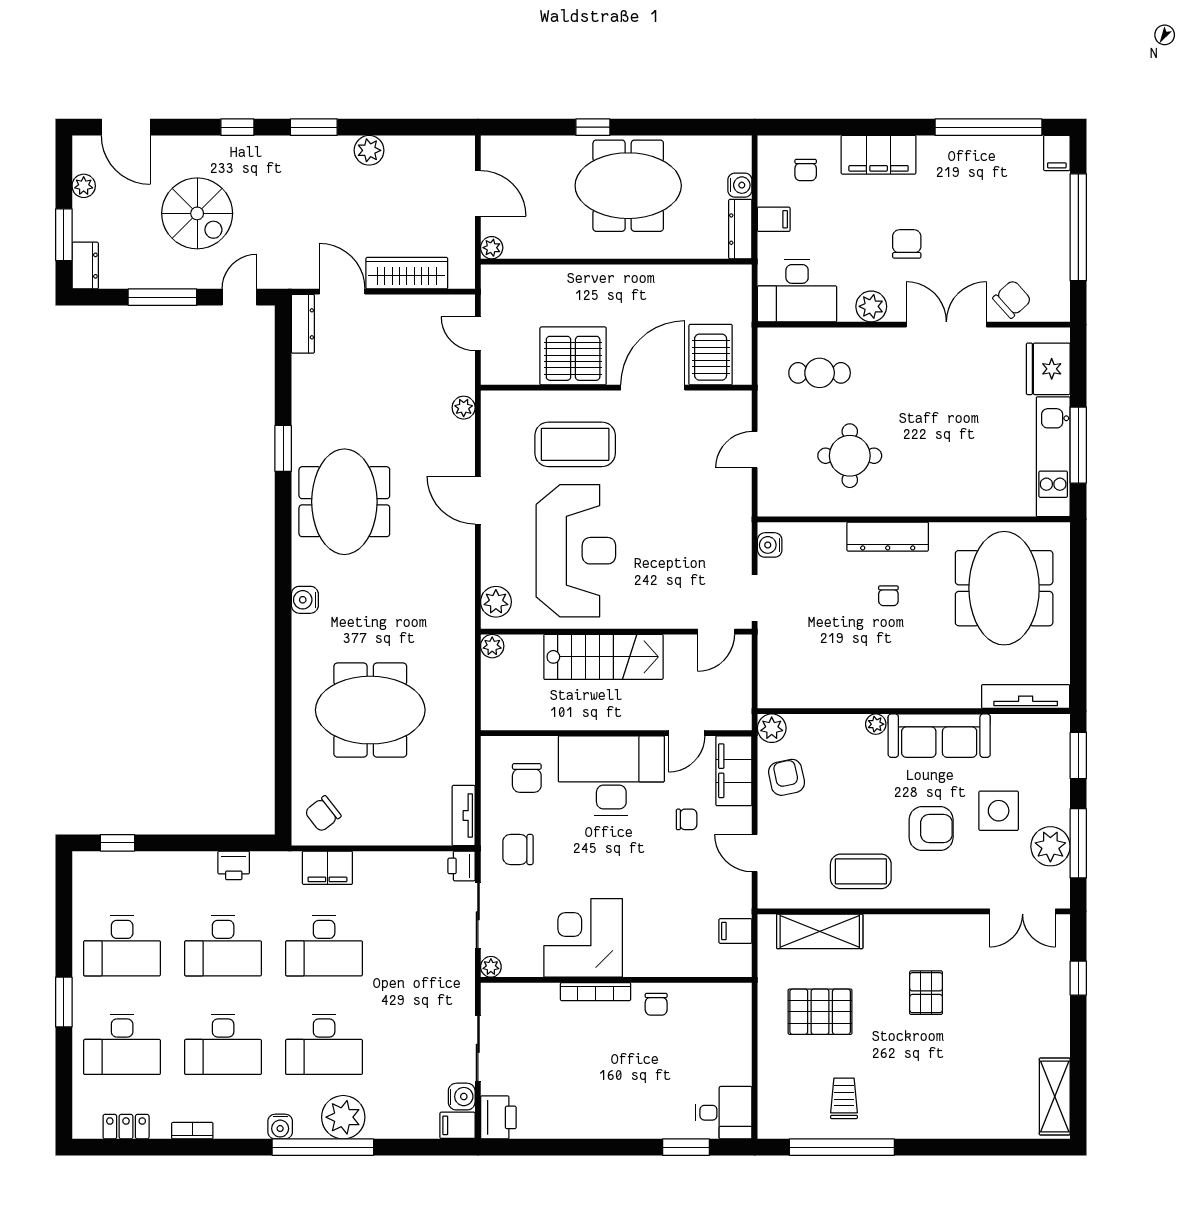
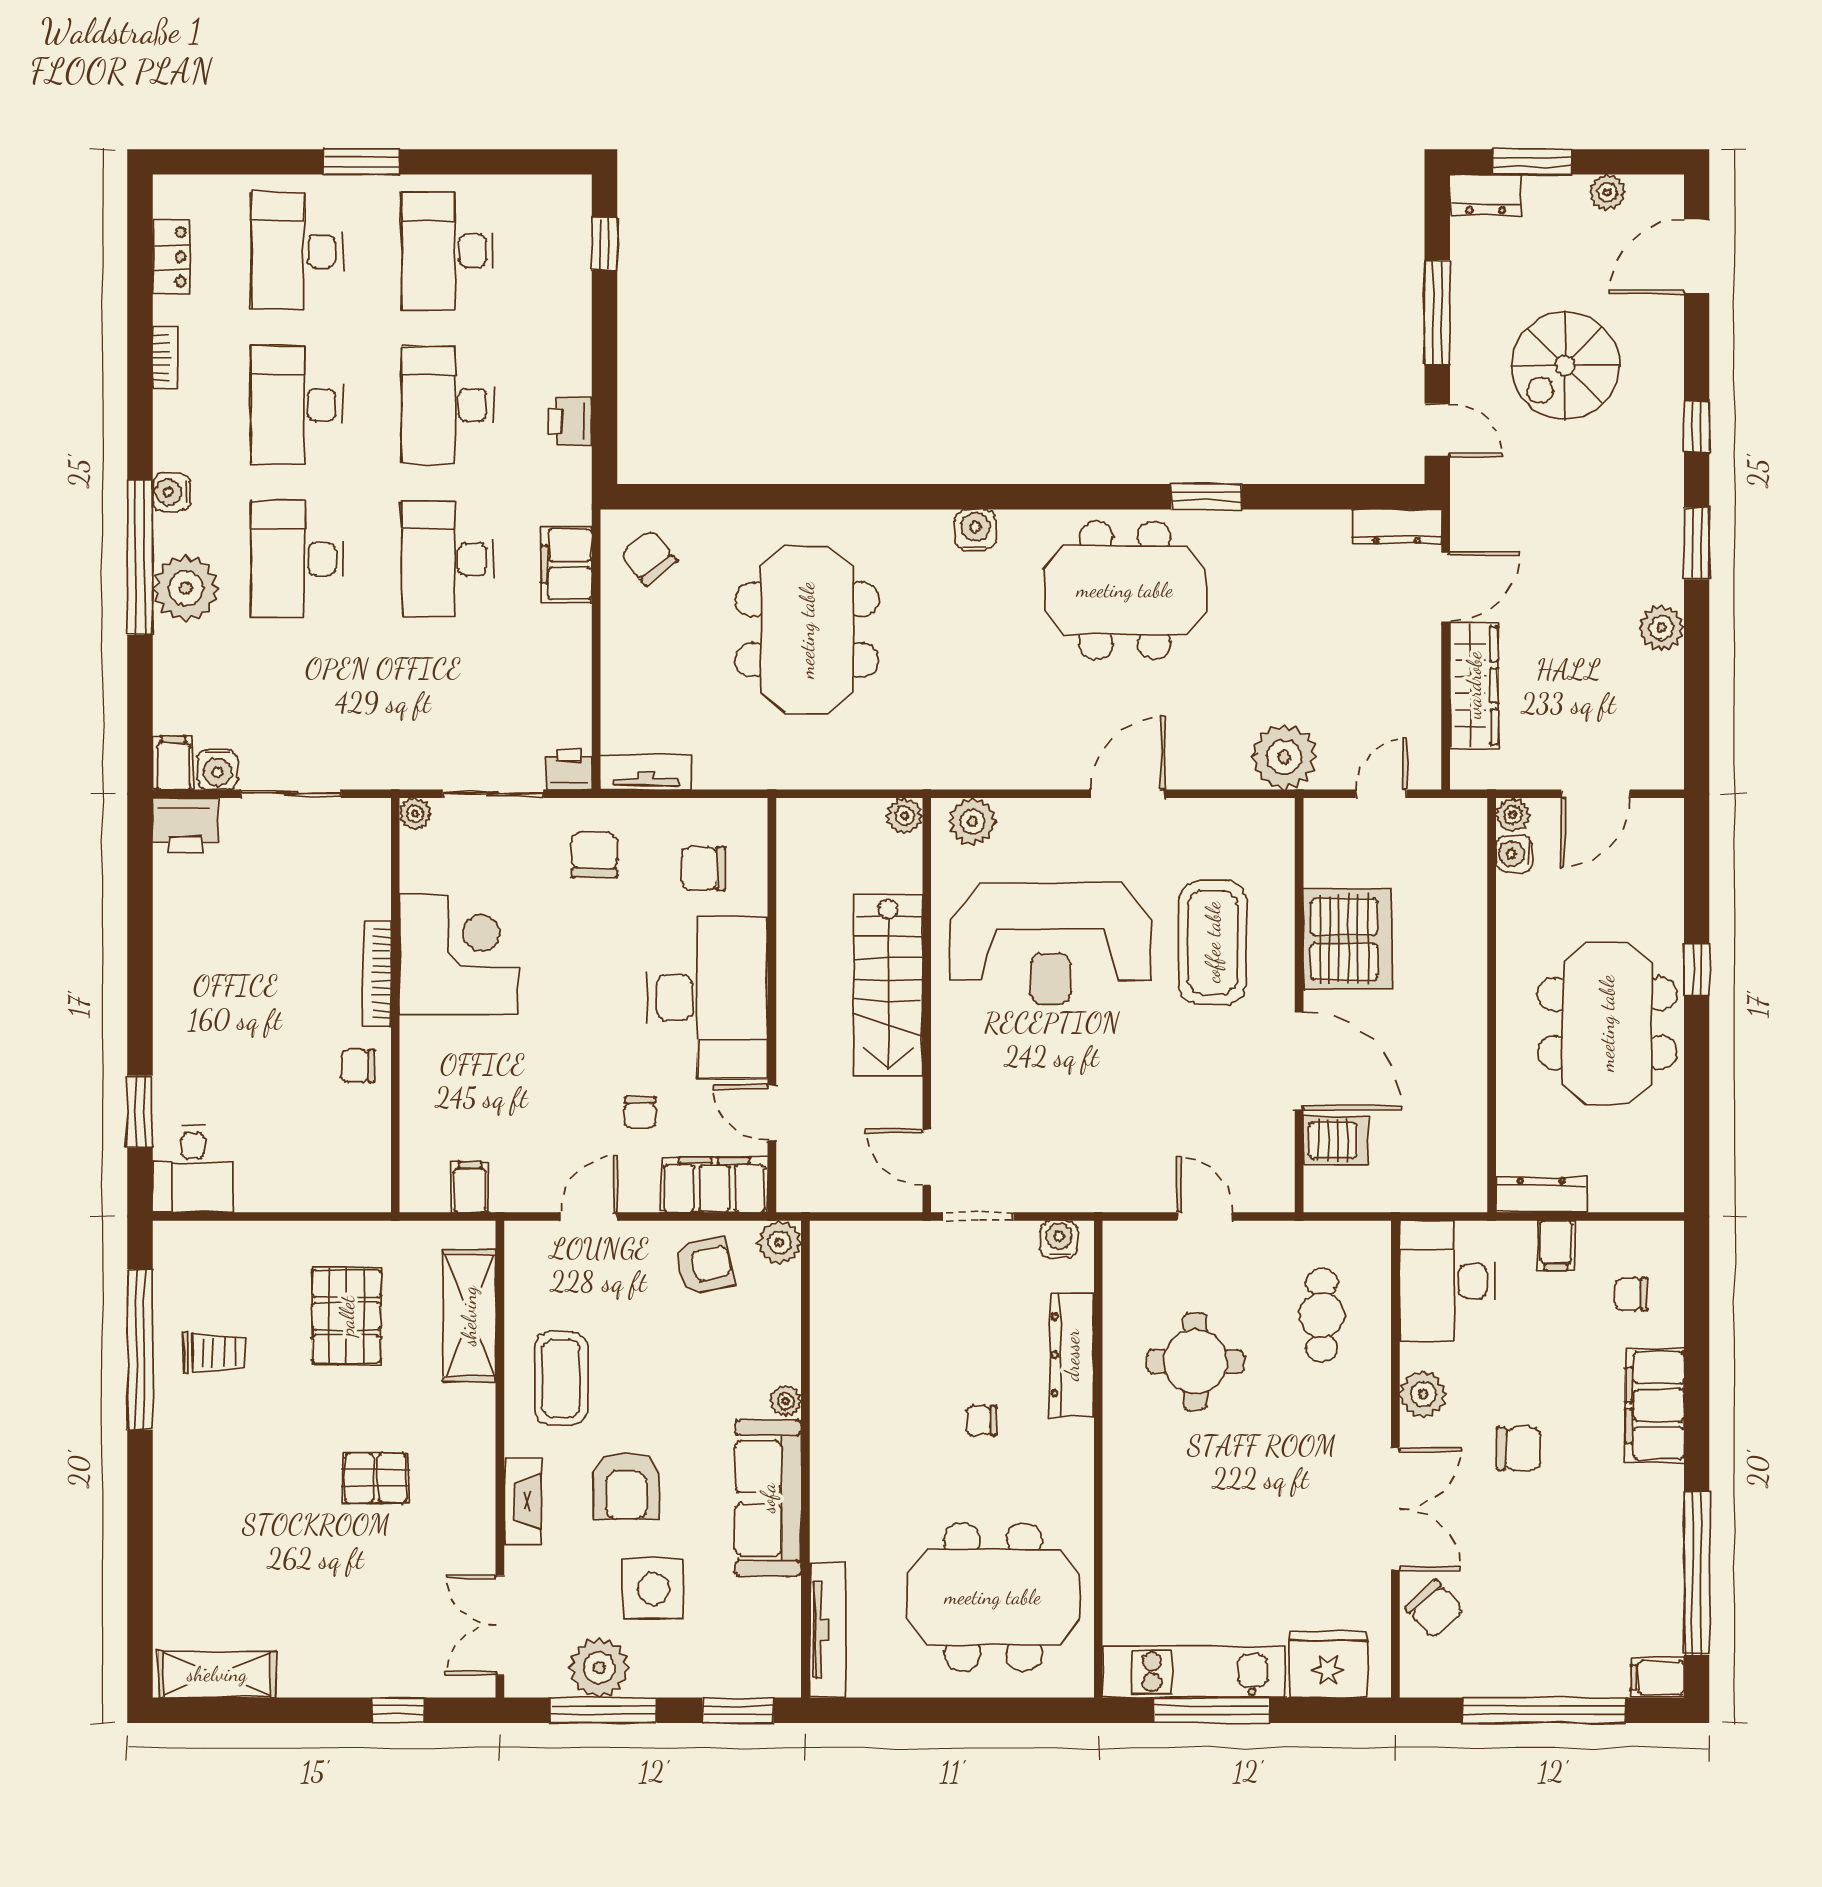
water cooler: (740, 185) -> (1514, 854), moved, turned 90
server rack: (711, 355) -> (1335, 1140), width x0.73, depth x0.70
plant: (464, 408) -> (1284, 757), width x1.88, depth x1.88
dresser: (888, 537) -> (1072, 1355), moved
fireplace: (941, 897) -> (523, 1501), added

